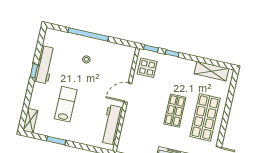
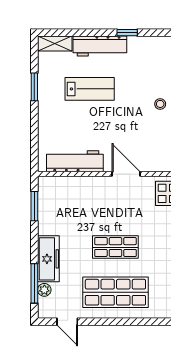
workbench: (45, 65) -> (100, 46), moved

